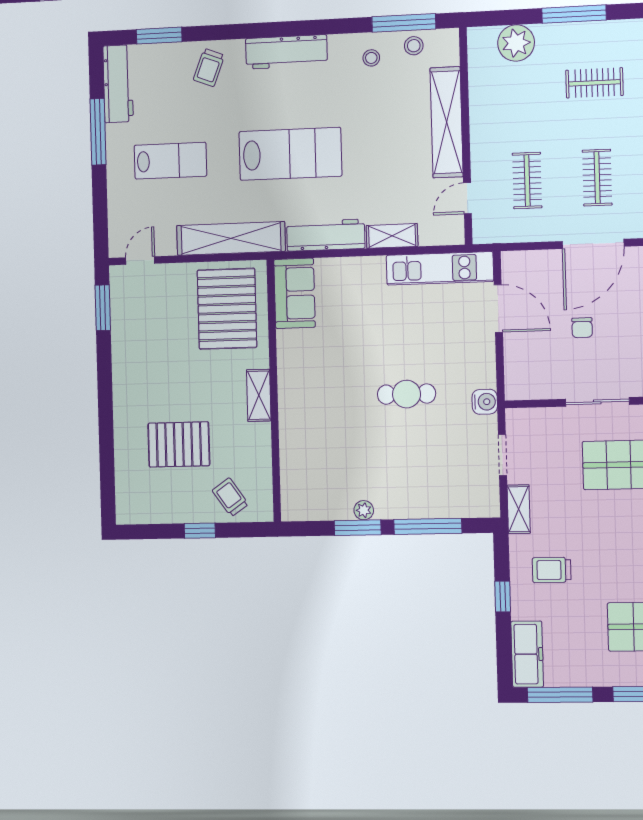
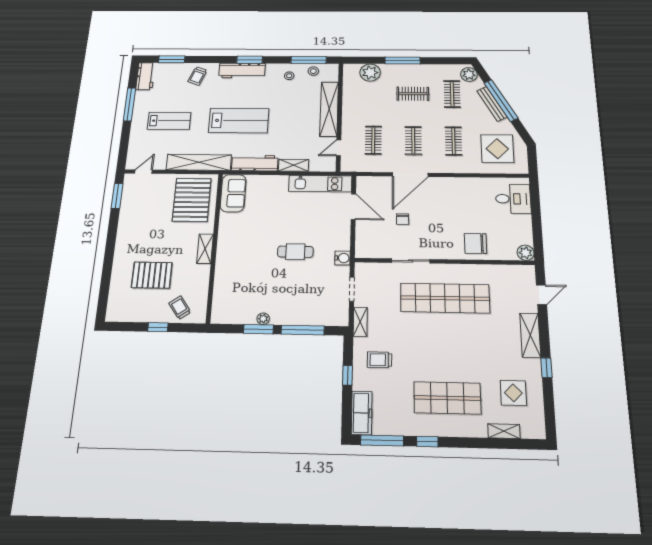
window: (298, 28) -> (250, 60), added
workbench: (118, 84) -> (145, 76), width x0.73

